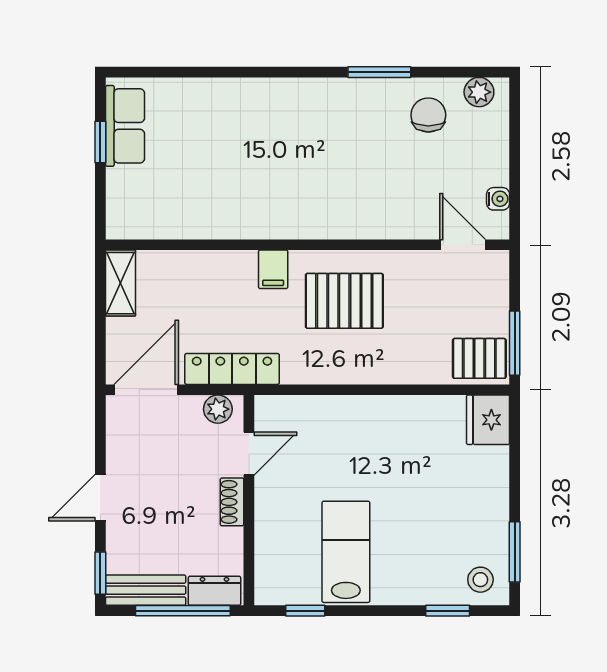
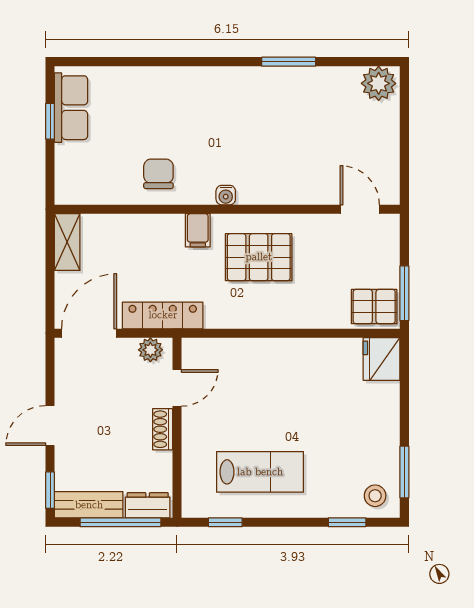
plant: (479, 92) -> (379, 83), width x1.38, depth x1.38
chair: (428, 115) -> (158, 174), moved
water cooler: (498, 199) -> (226, 195), moved, turned 90
lab bench: (346, 552) -> (260, 472), turned 90

